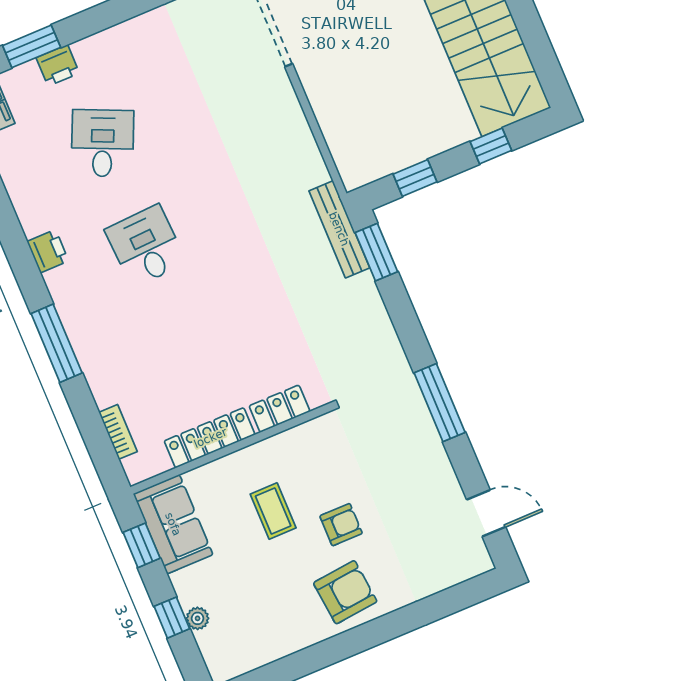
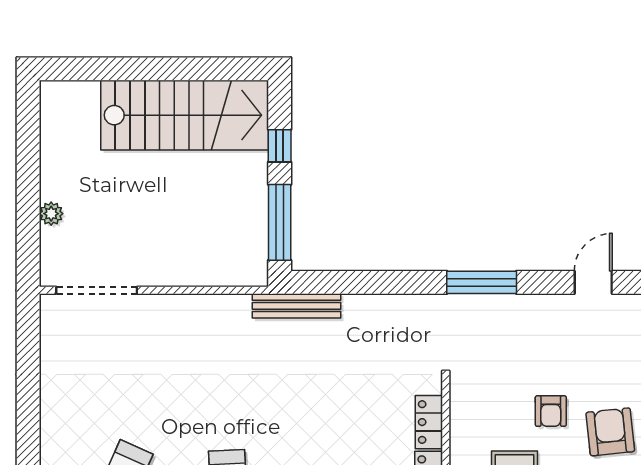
window: (415, 178) -> (280, 222), width x2.17
window: (376, 252) -> (329, 282), removed
armchair: (341, 525) -> (551, 411), turned 180

